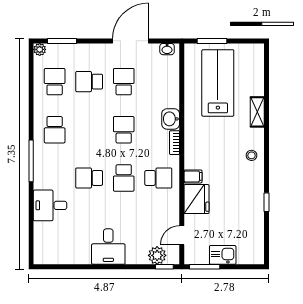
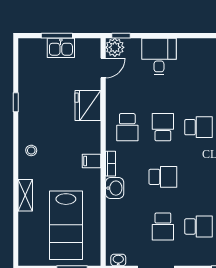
school desk: (124, 130) -> (163, 177), turned -90
filing cabinet: (193, 176) -> (92, 161), moved
school desk: (158, 178) -> (127, 127), turned -90
desk: (108, 247) -> (159, 56), moved
plant: (157, 255) -> (115, 47), moved
window: (205, 267) -> (57, 36), moved

